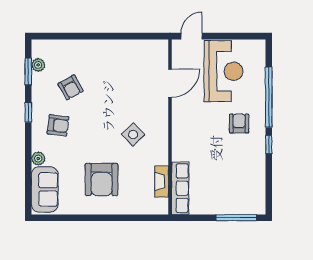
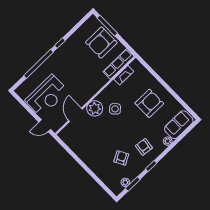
reception desk: (224, 71) -> (47, 96), turned 180
door: (170, 83) -> (76, 115), hinge flipped
plant: (156, 112) -> (95, 108), added
armchair: (239, 123) -> (101, 43), moved, width x1.88, depth x1.88

